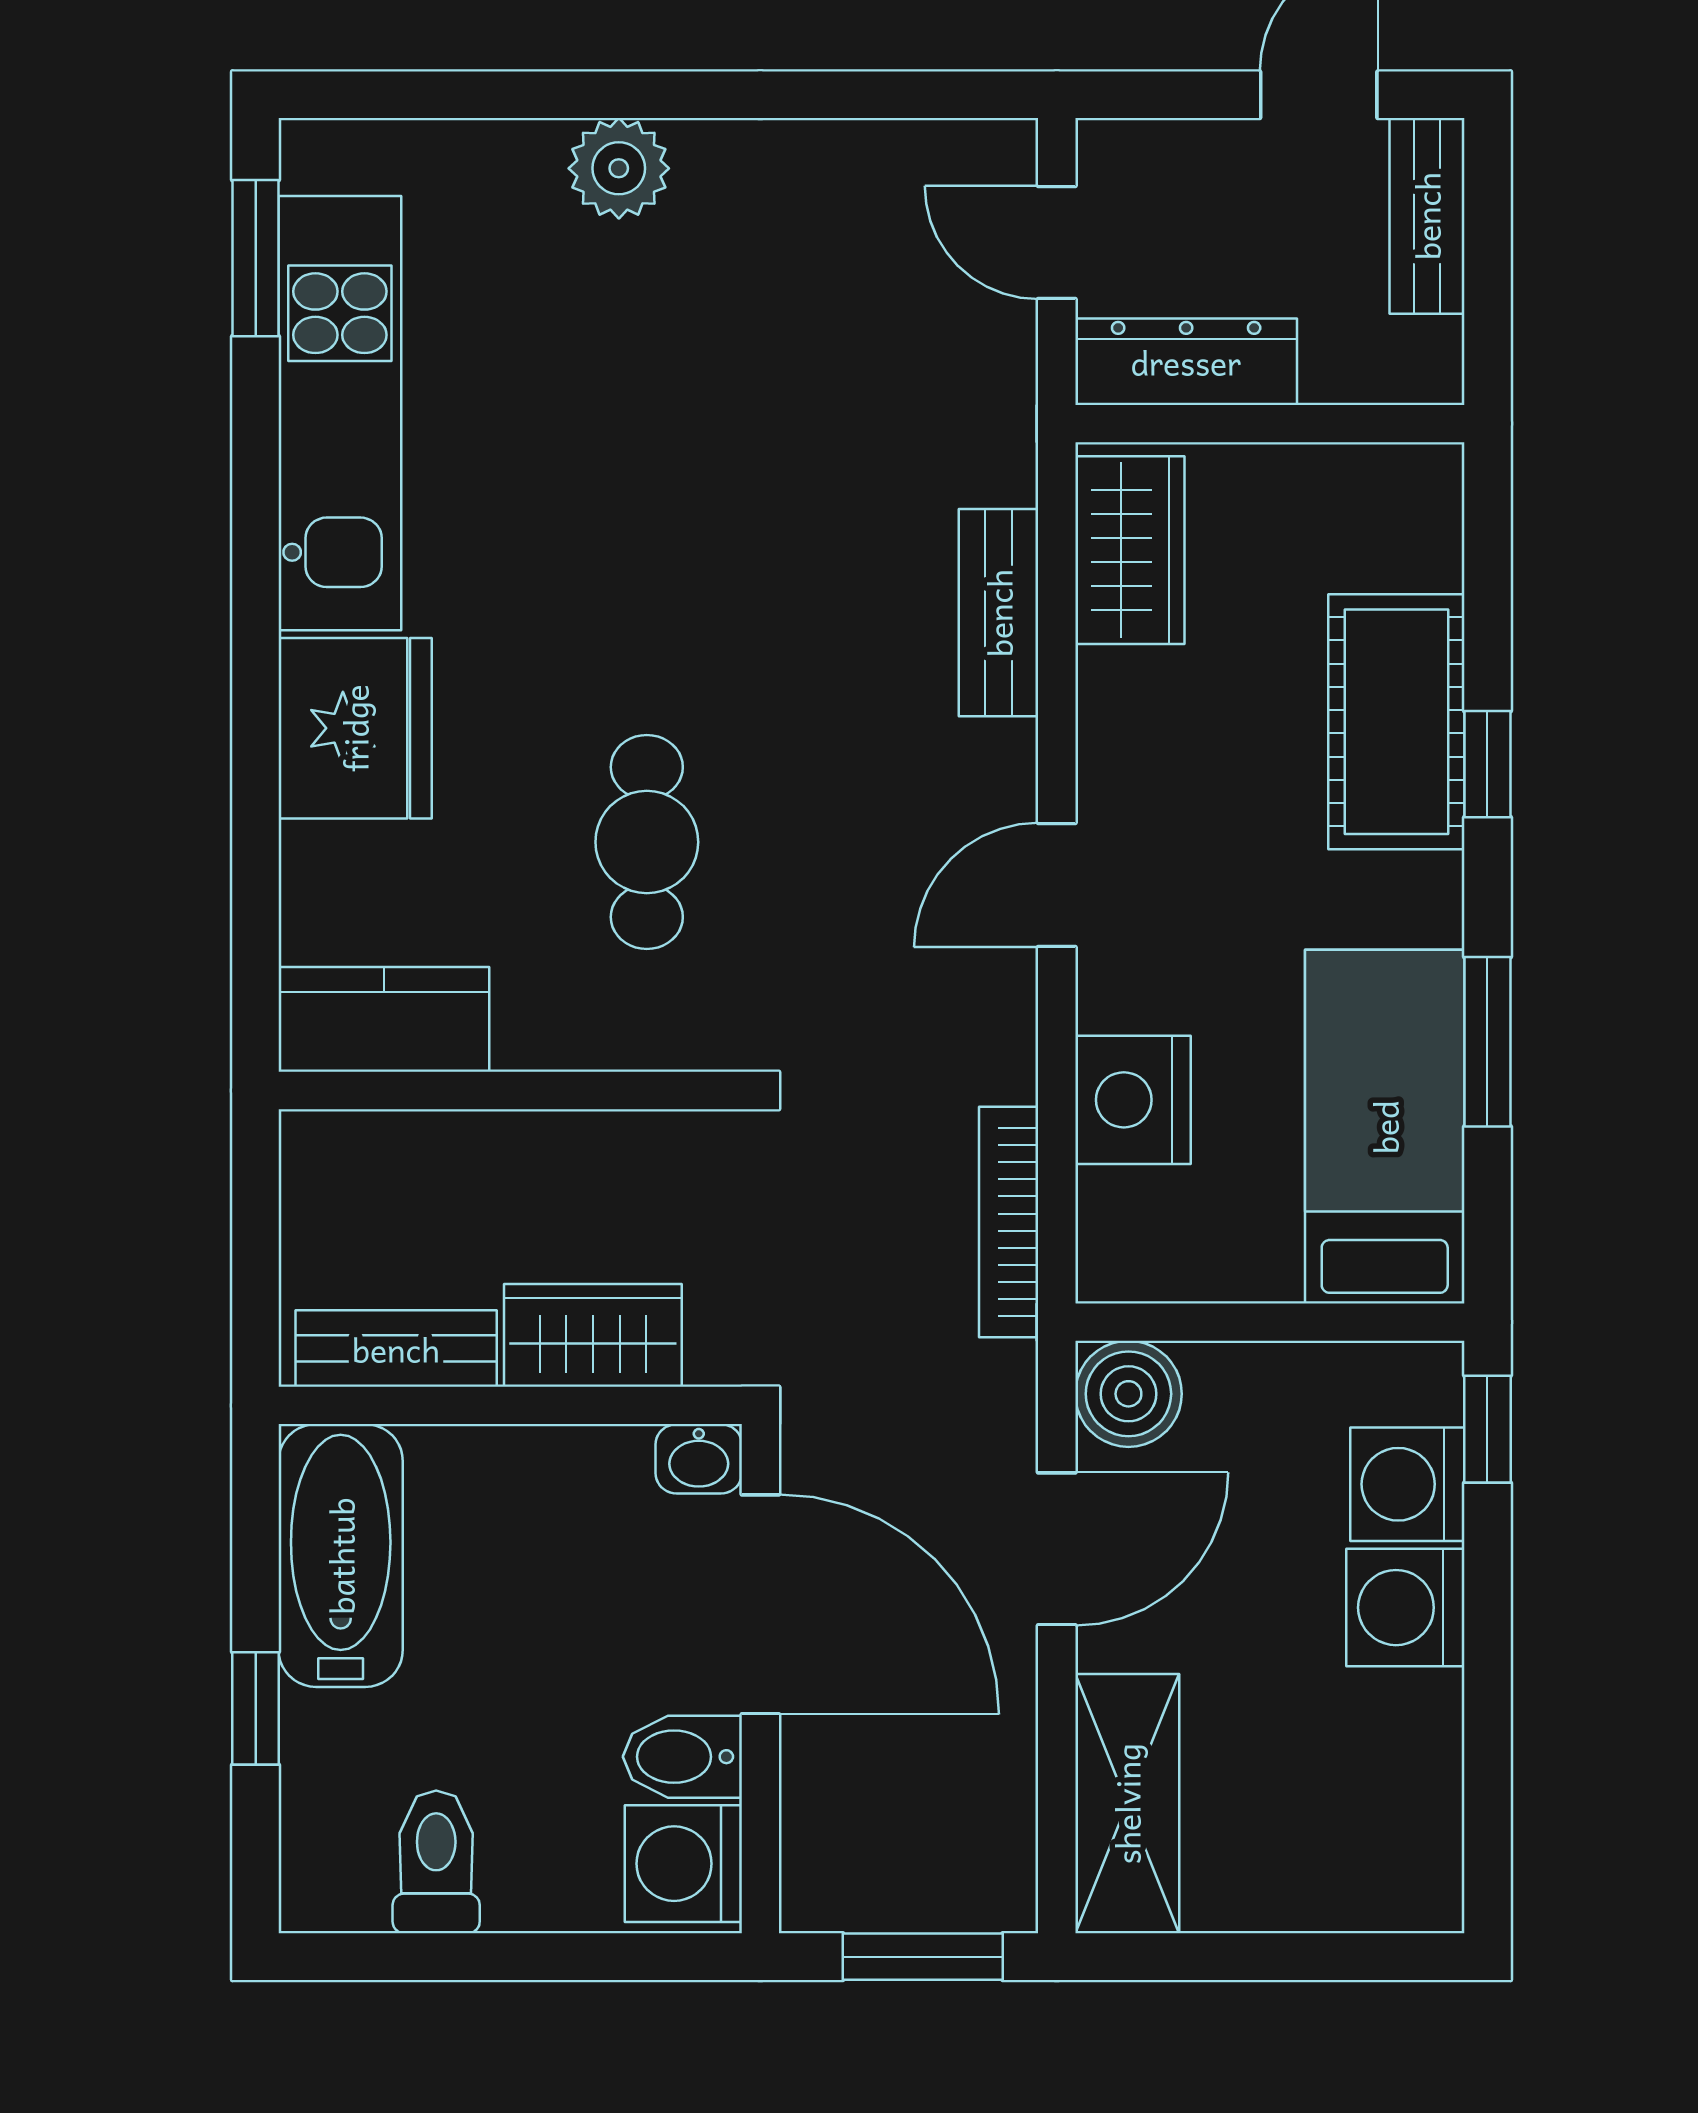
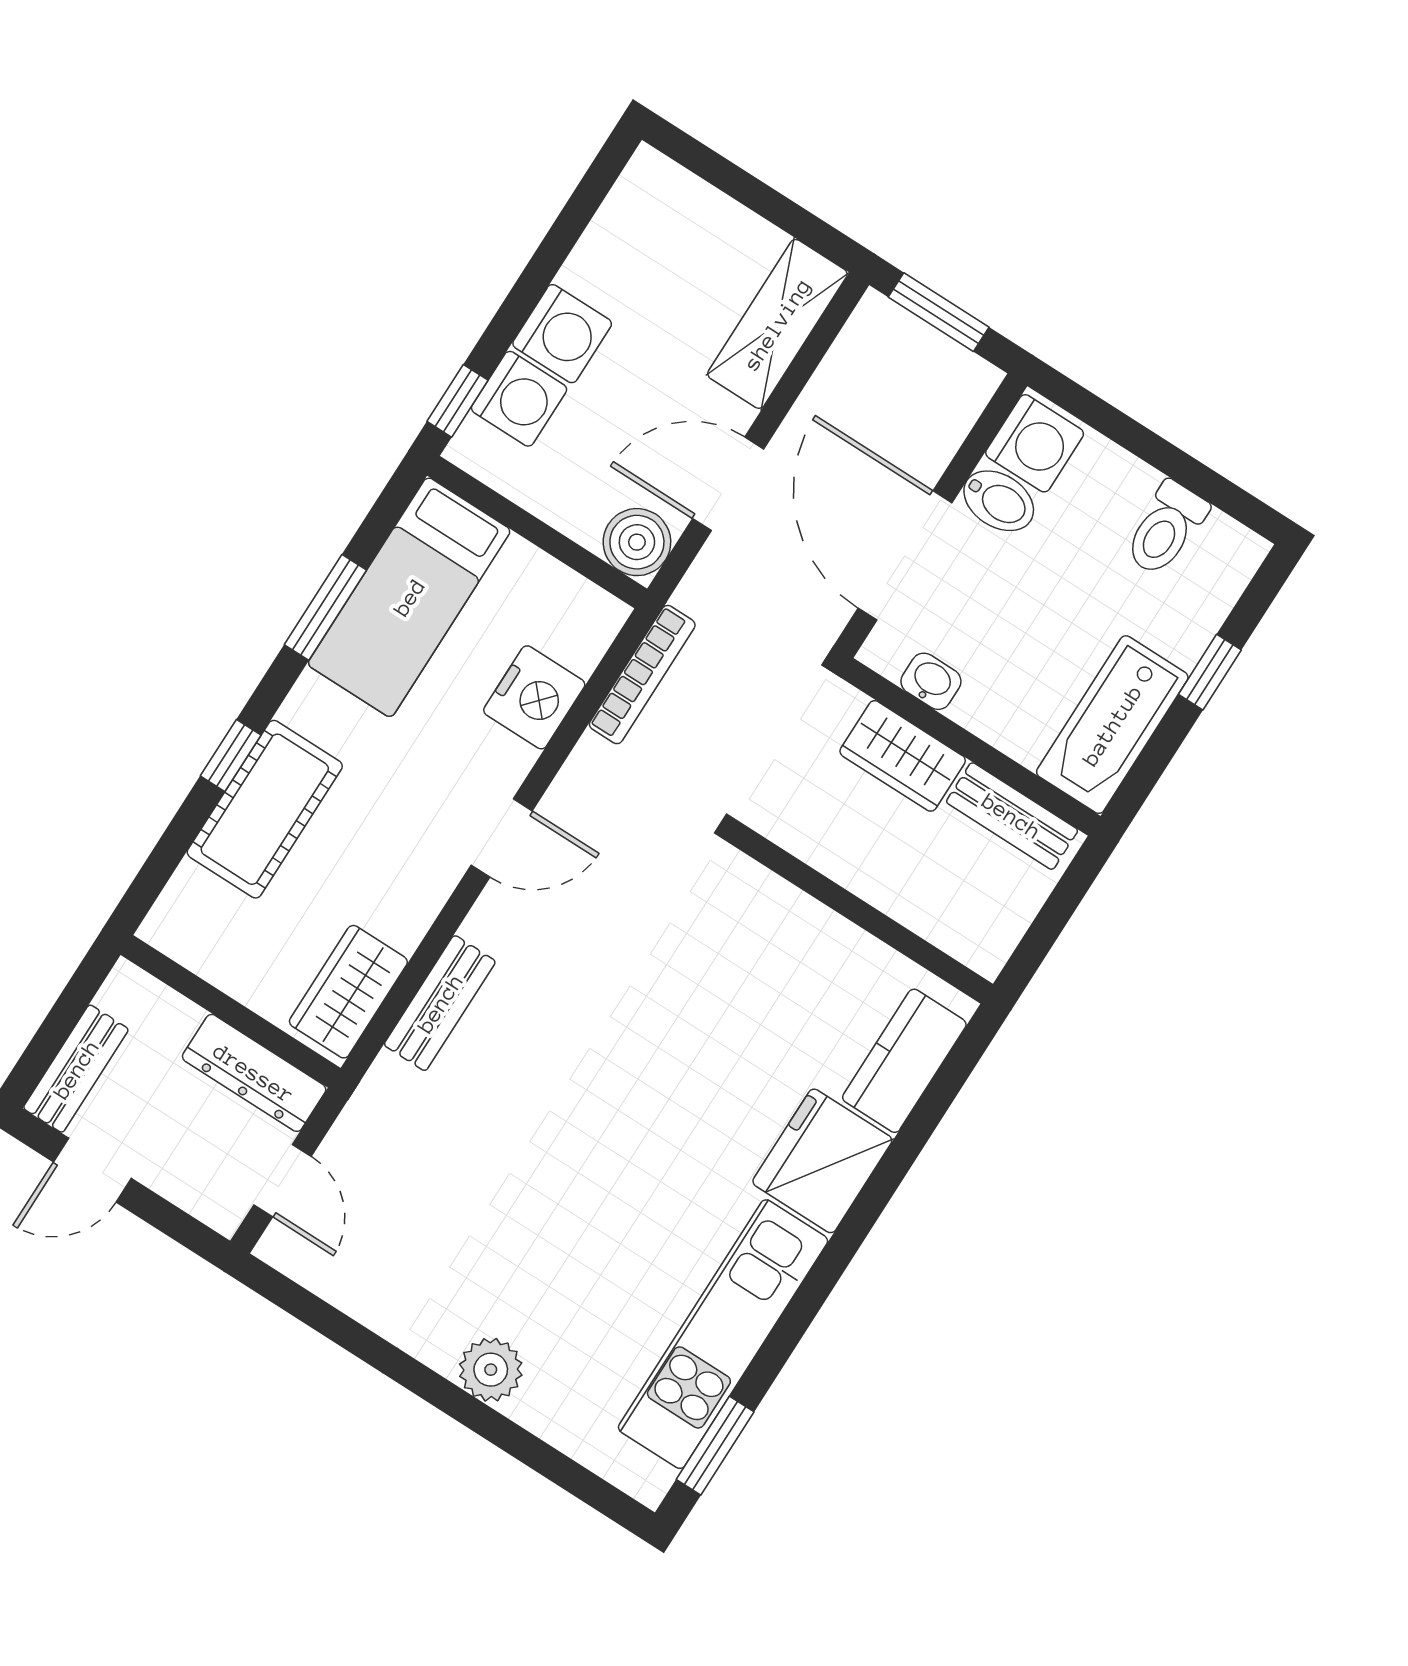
cafe table: (647, 842) -> (706, 1001), removed
kitchen counter: (384, 1019) -> (904, 1061), moved, turned 90
washbasin: (699, 1459) -> (931, 681), moved

